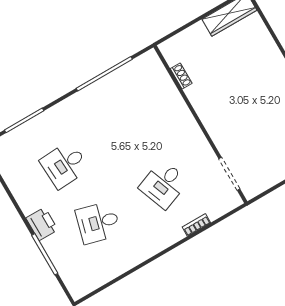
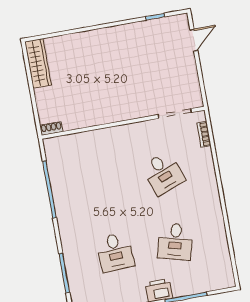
shoe rack: (181, 76) -> (51, 128), moved
bookcase: (196, 225) -> (204, 134), moved

